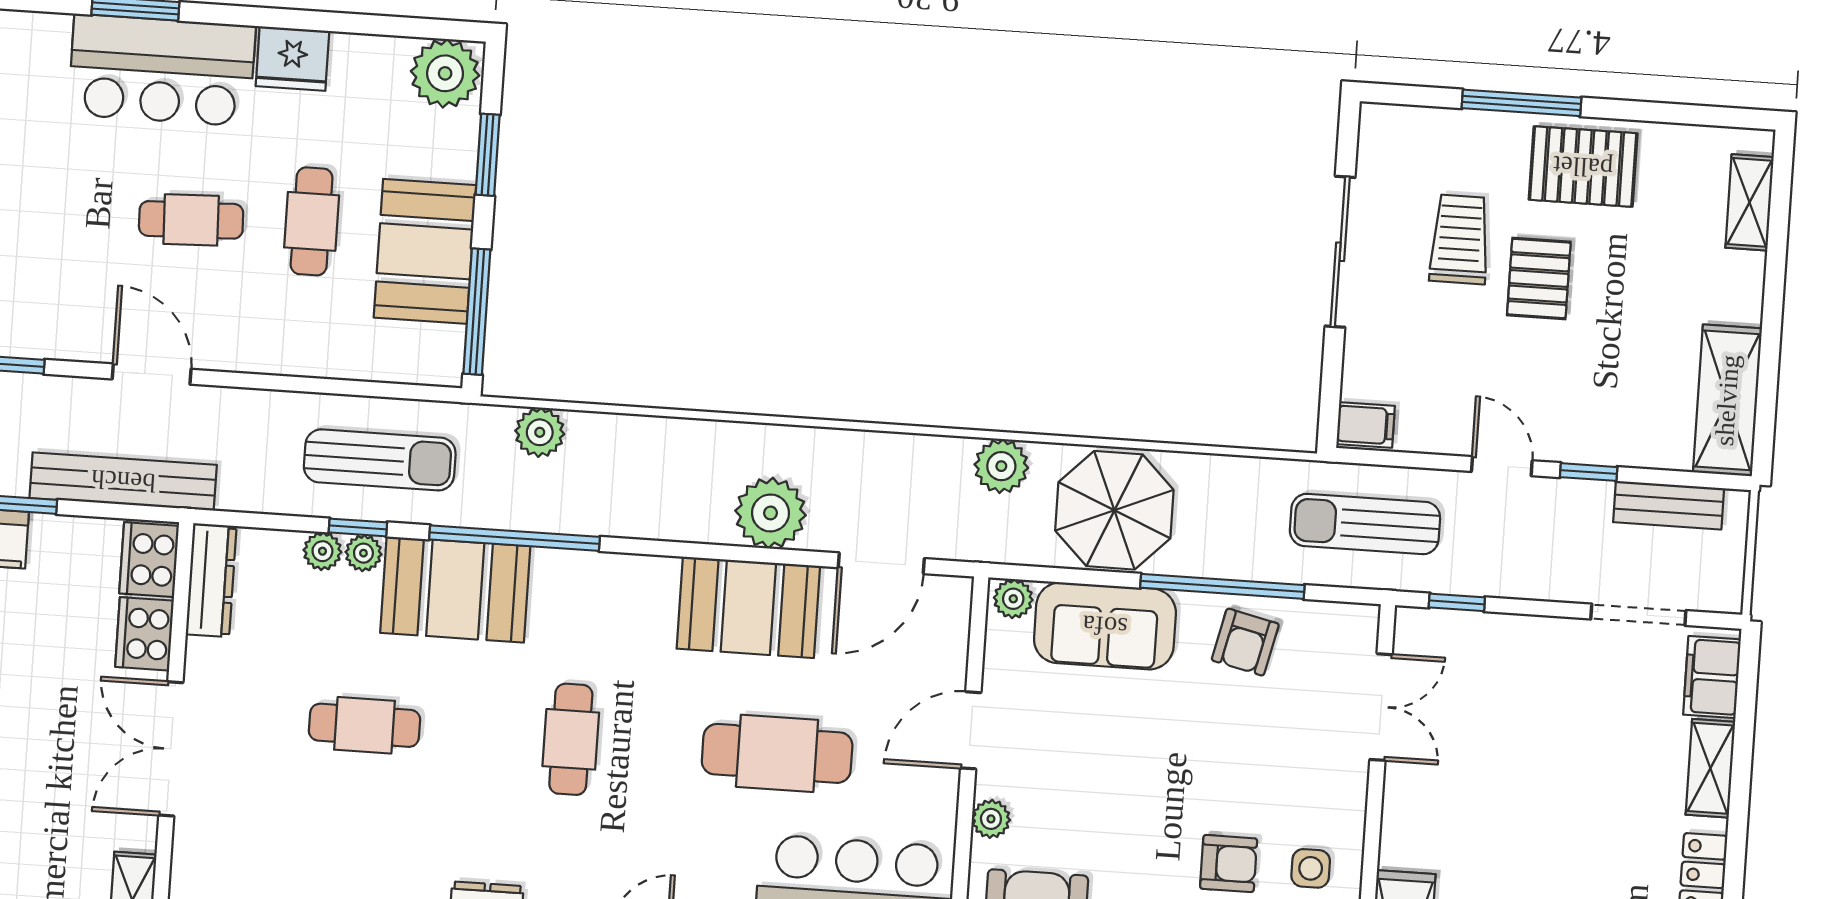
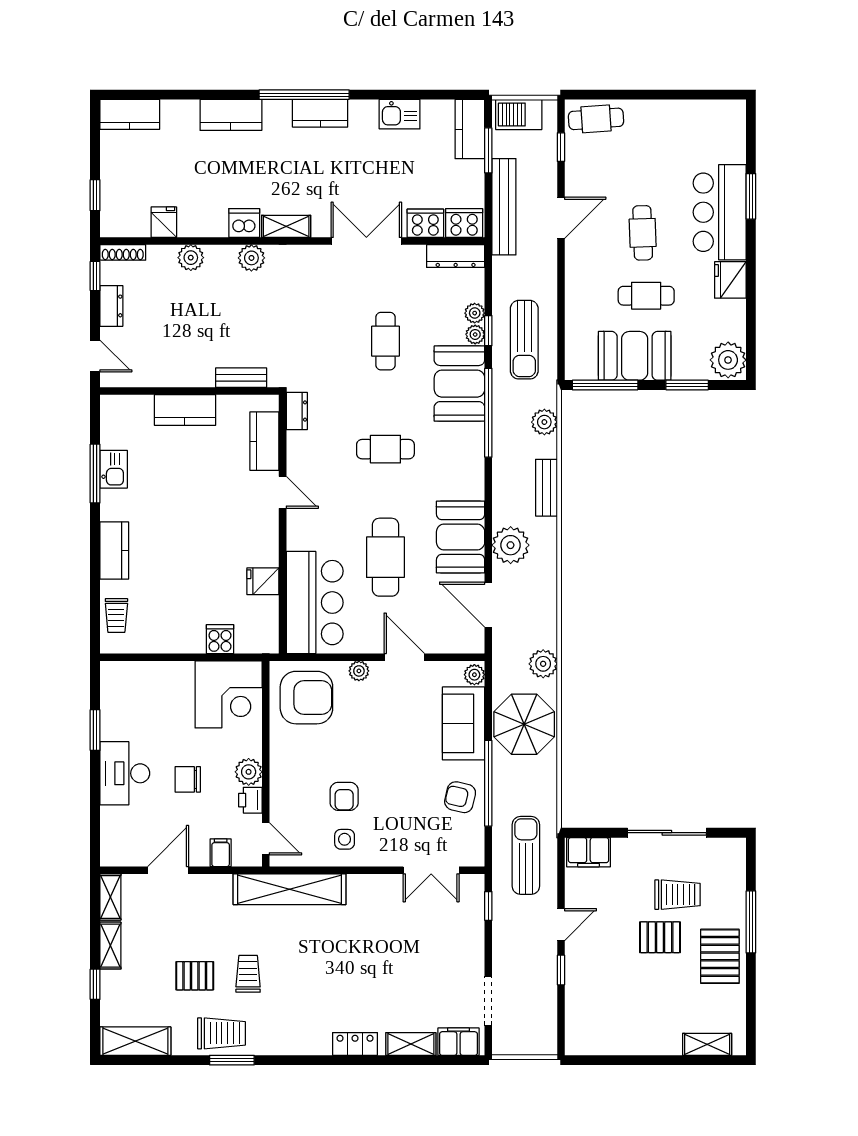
shelving: (1727, 400) -> (603, 1040), removed
filing cabinet: (1366, 425) -> (588, 852), width x2.00
bench: (1669, 505) -> (546, 488), moved

